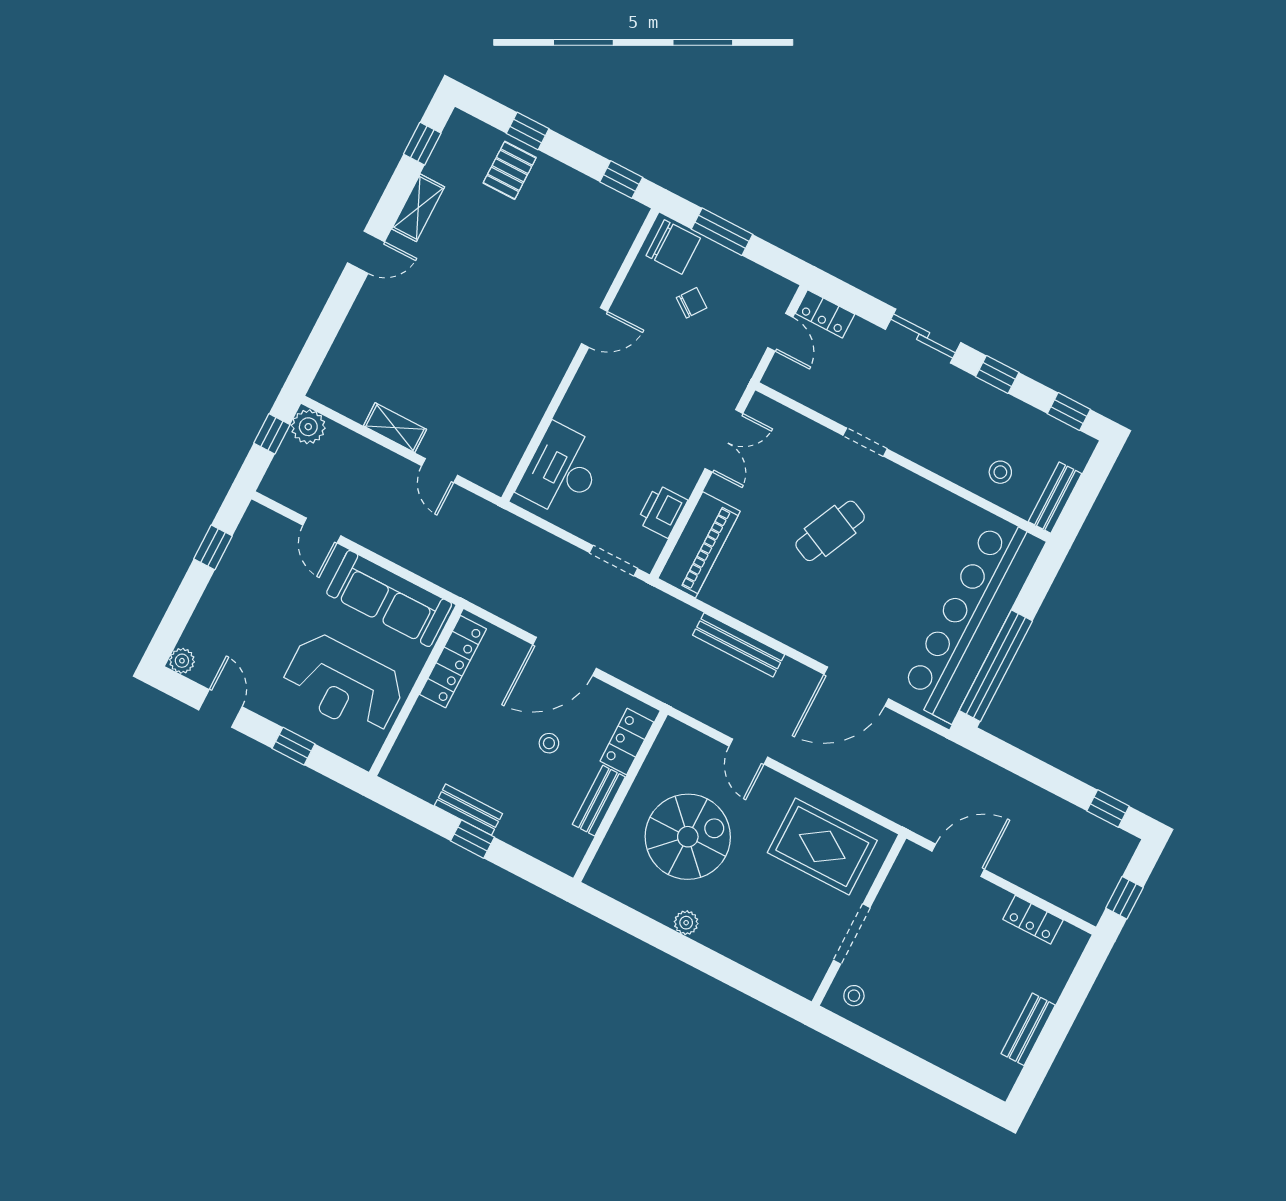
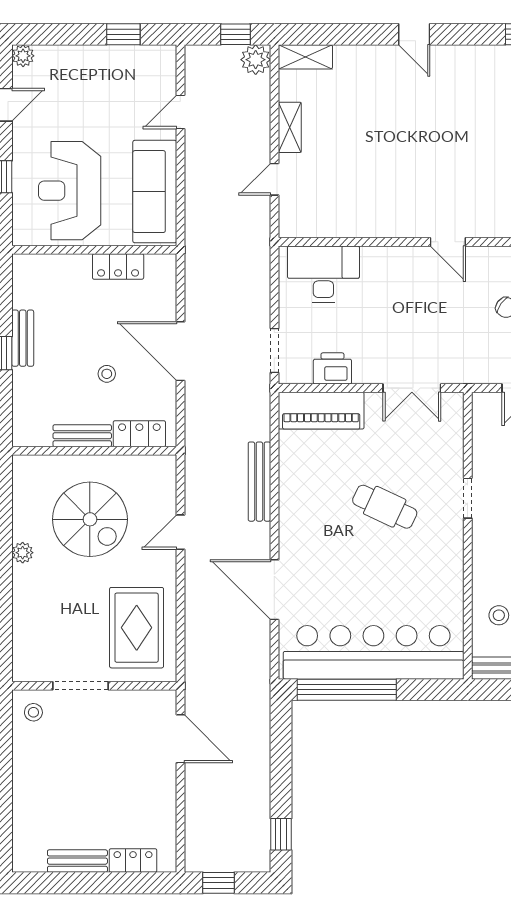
shelving: (418, 208) -> (305, 57), moved
locker: (453, 662) -> (118, 266), width x0.66
locker: (1033, 920) -> (133, 861), moved, turned 90

